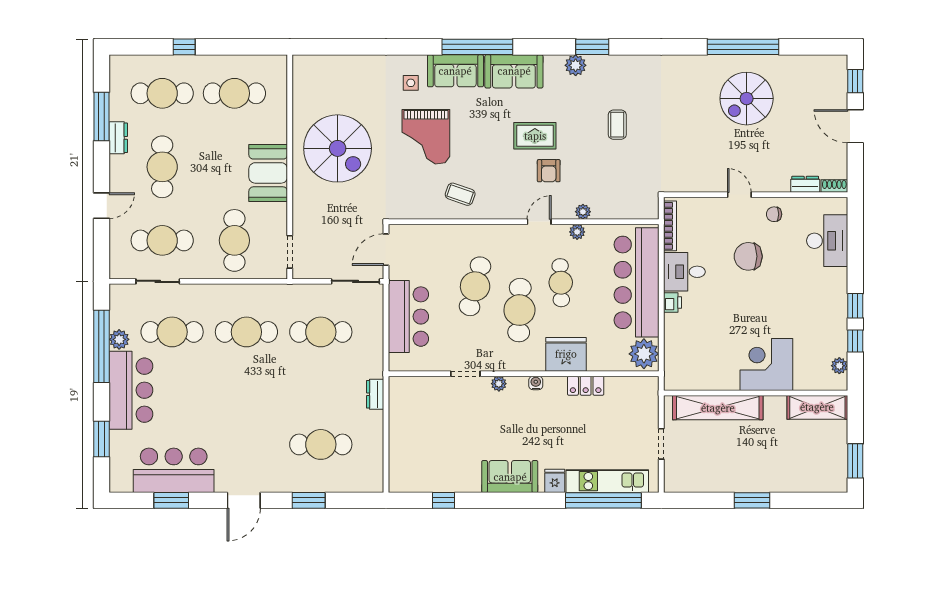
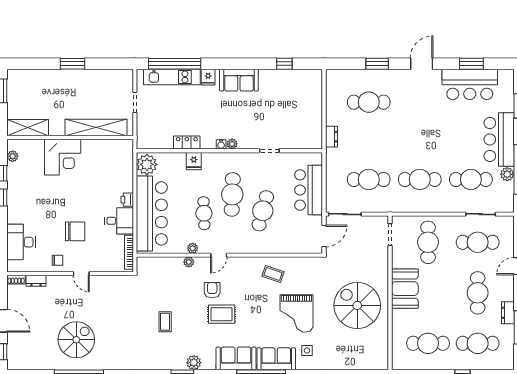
grand piano: (426, 137) -> (296, 314), turned 180
fridge: (566, 354) -> (194, 161), width x0.53, depth x0.75
plant: (499, 384) -> (232, 144), moved

